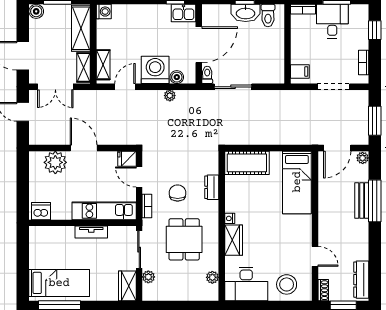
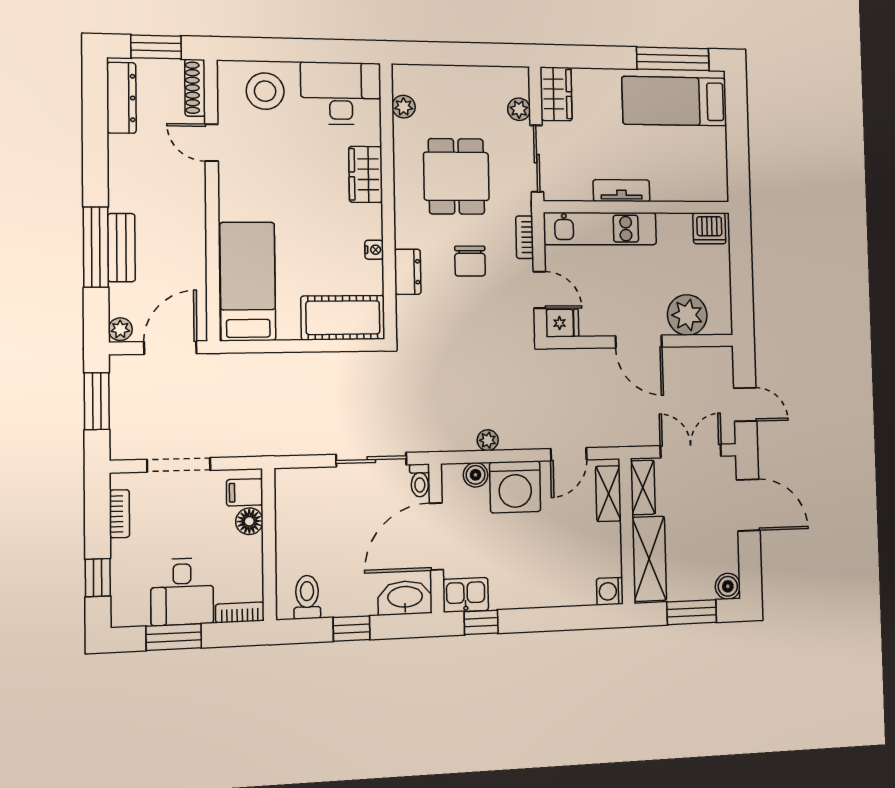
washbasin: (246, 13) -> (405, 598), moved
floor lamp: (298, 56) -> (249, 521), added
nightstand: (230, 218) -> (374, 250), moved
shoe rack: (323, 290) -> (195, 88), width x1.43

